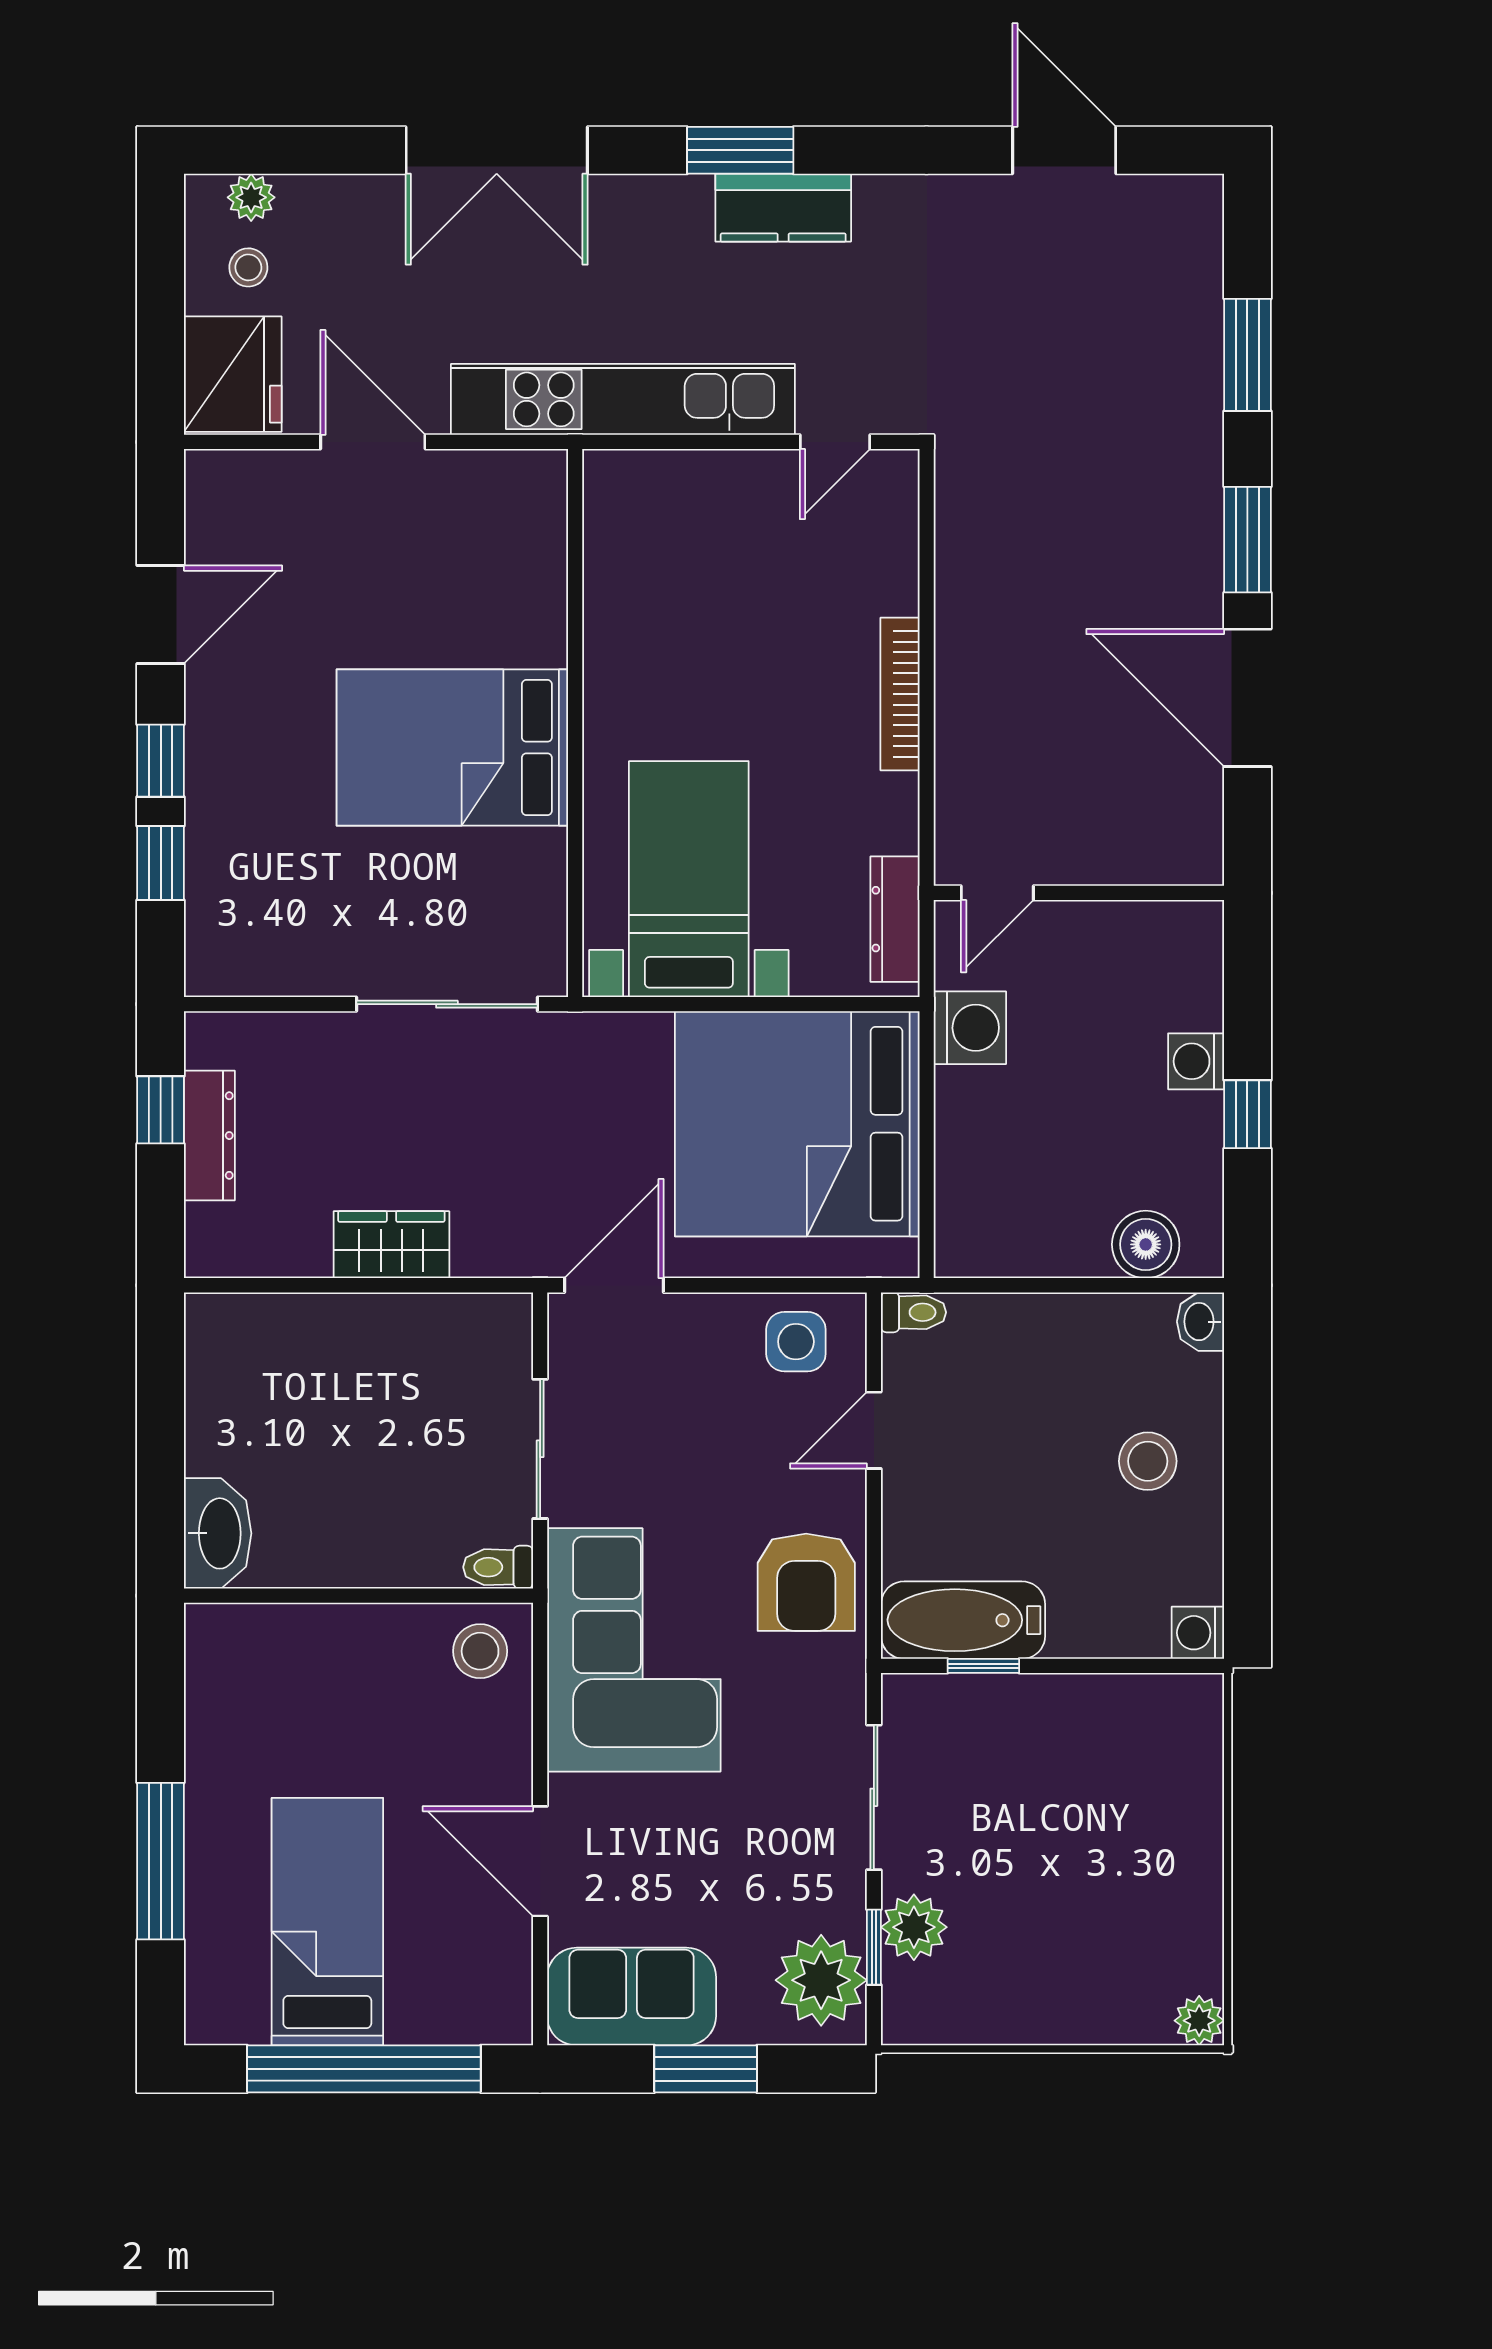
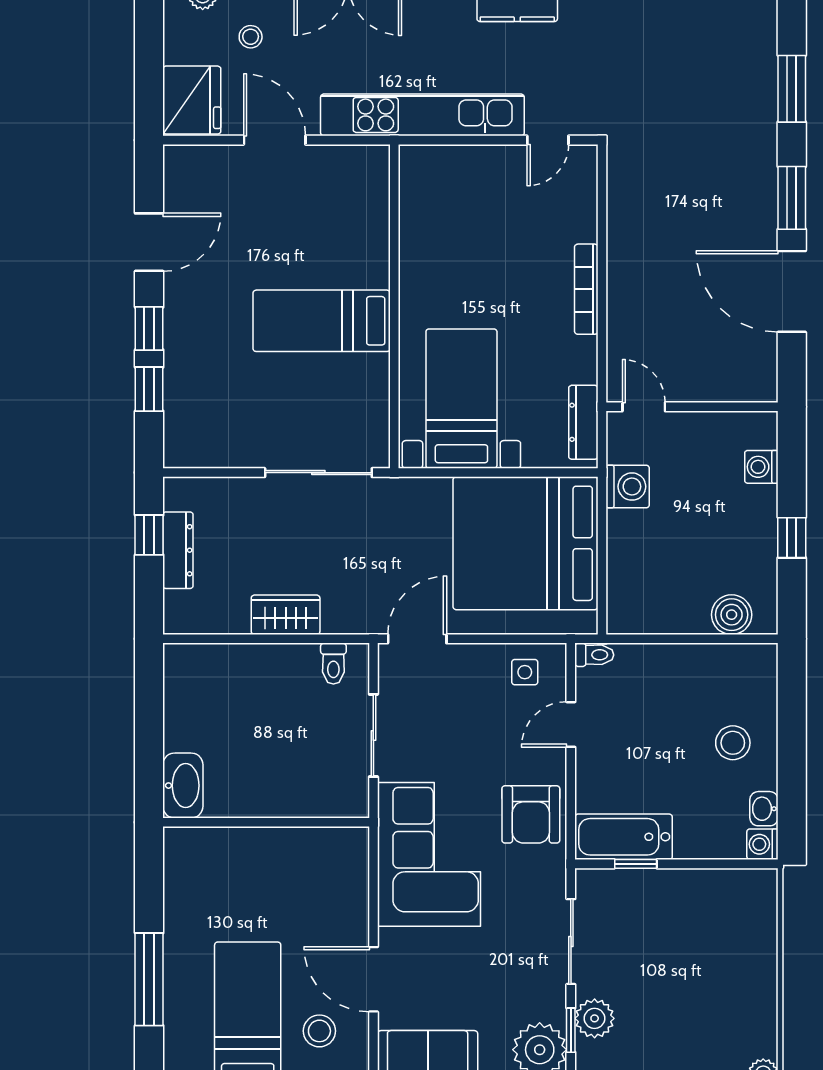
stool: (248, 267) -> (251, 37), moved
bed: (452, 748) -> (322, 321), width x0.67
door: (997, 893) -> (644, 407), swing flipped
washing machine: (1196, 1061) -> (761, 467), moved
washbasin: (1200, 1322) -> (764, 809), moved
side table: (796, 1342) -> (525, 672), width x0.73, depth x0.73
toilet: (498, 1567) -> (333, 664), moved, turned -90
stool: (480, 1651) -> (319, 1031), moved

